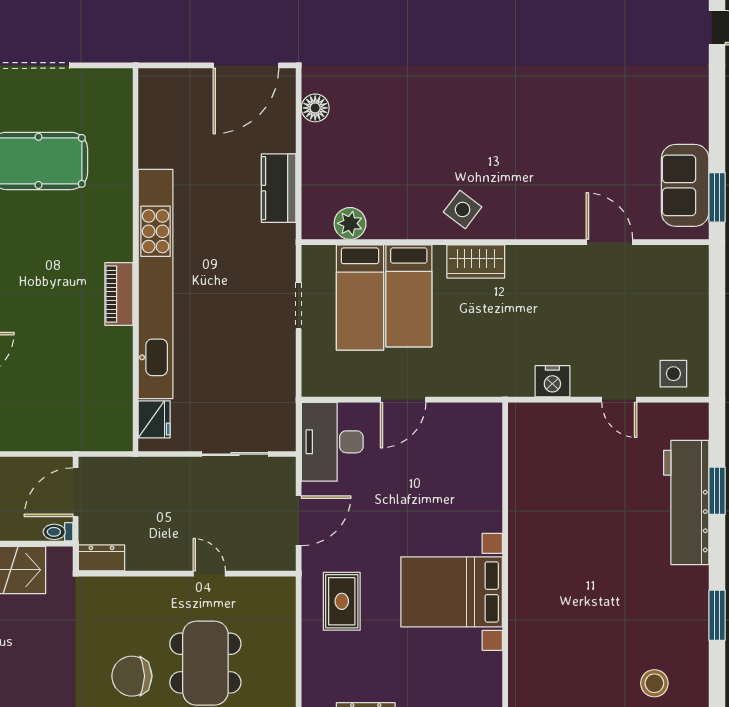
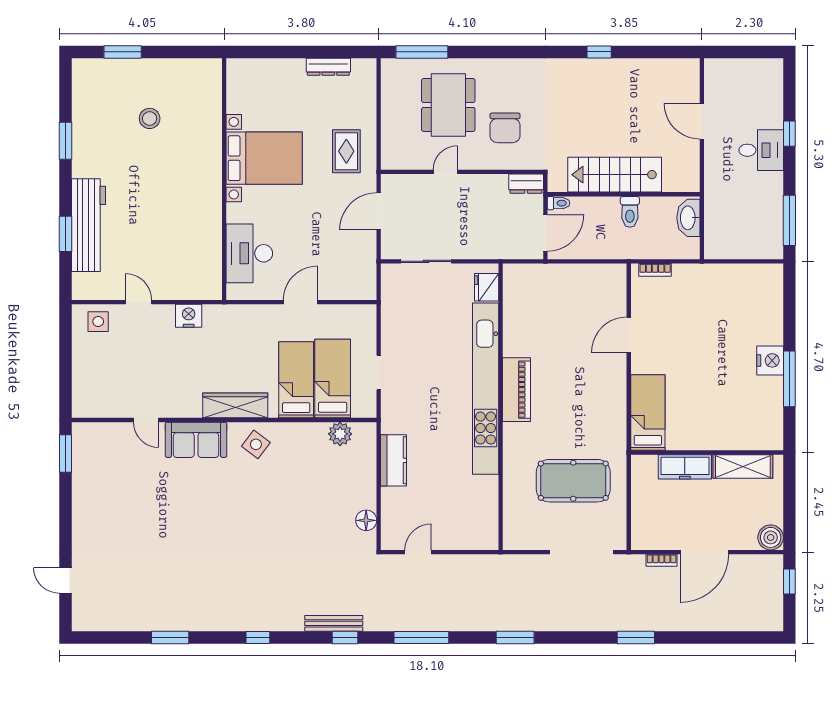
door: (246, 65) -> (418, 552), width x0.53
sofa: (685, 185) -> (196, 440), moved, turned 90
door: (609, 242) -> (146, 420), width x0.73
wardrobe: (476, 261) -> (235, 405), width x1.50
piano: (119, 294) -> (517, 390), width x1.37, depth x1.33
desk: (332, 442) -> (249, 253), moved, turned 180
door: (209, 574) -> (445, 172), swing flipped
chair: (132, 676) -> (505, 128), moved, turned 90
stool: (654, 683) -> (150, 118), moved

